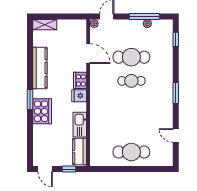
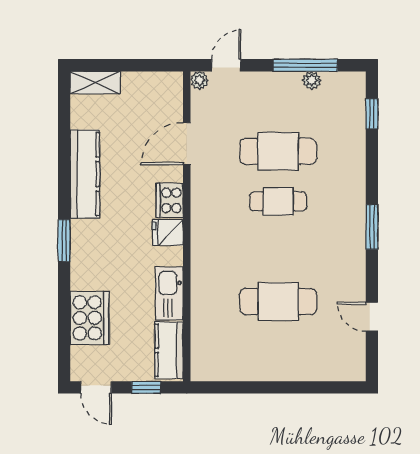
door: (88, 54) -> (187, 144), swing flipped
cooker: (42, 111) -> (90, 318), moved
cafe table: (131, 152) -> (278, 301), moved

